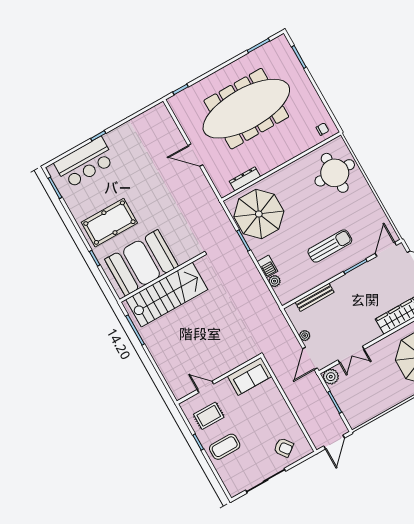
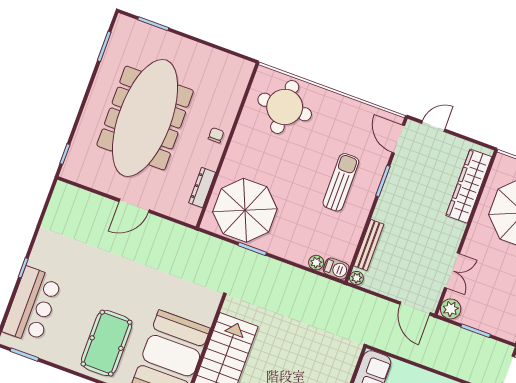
chair: (322, 129) -> (216, 135), moved
barbecue: (267, 266) -> (336, 269), moved
plant: (305, 336) -> (356, 278), moved

